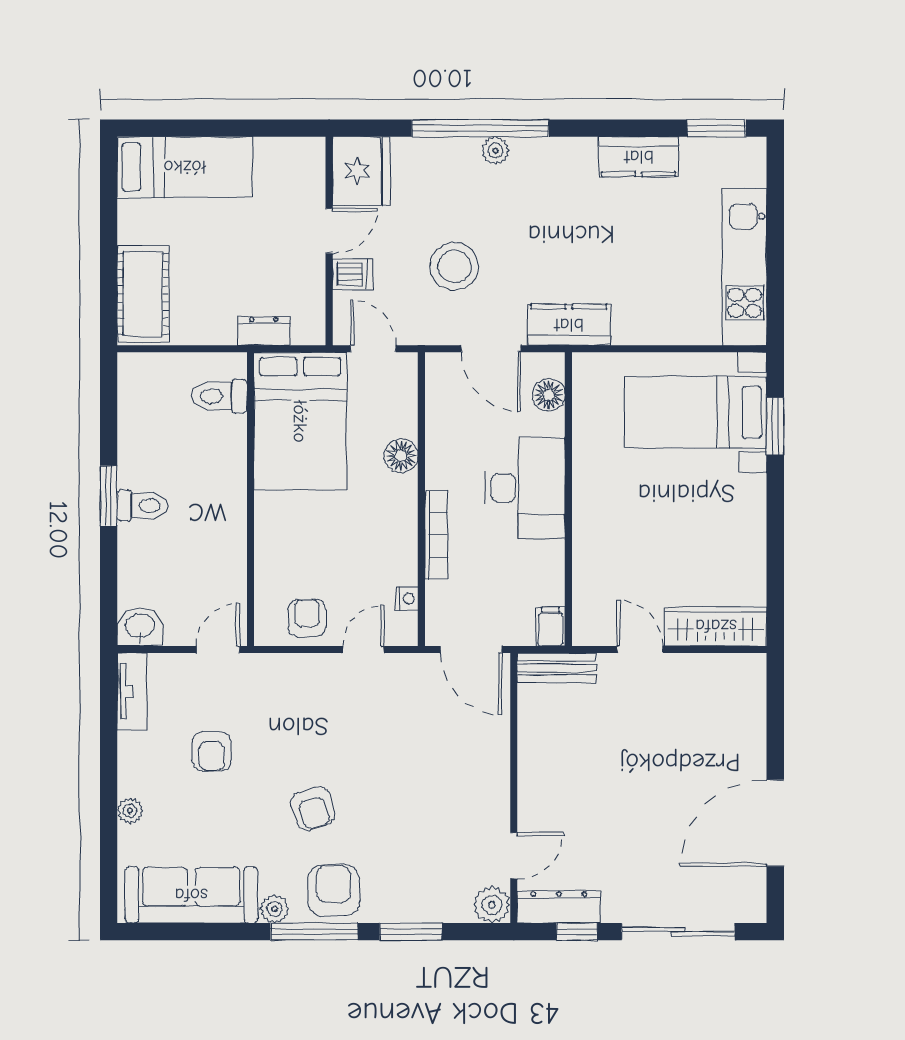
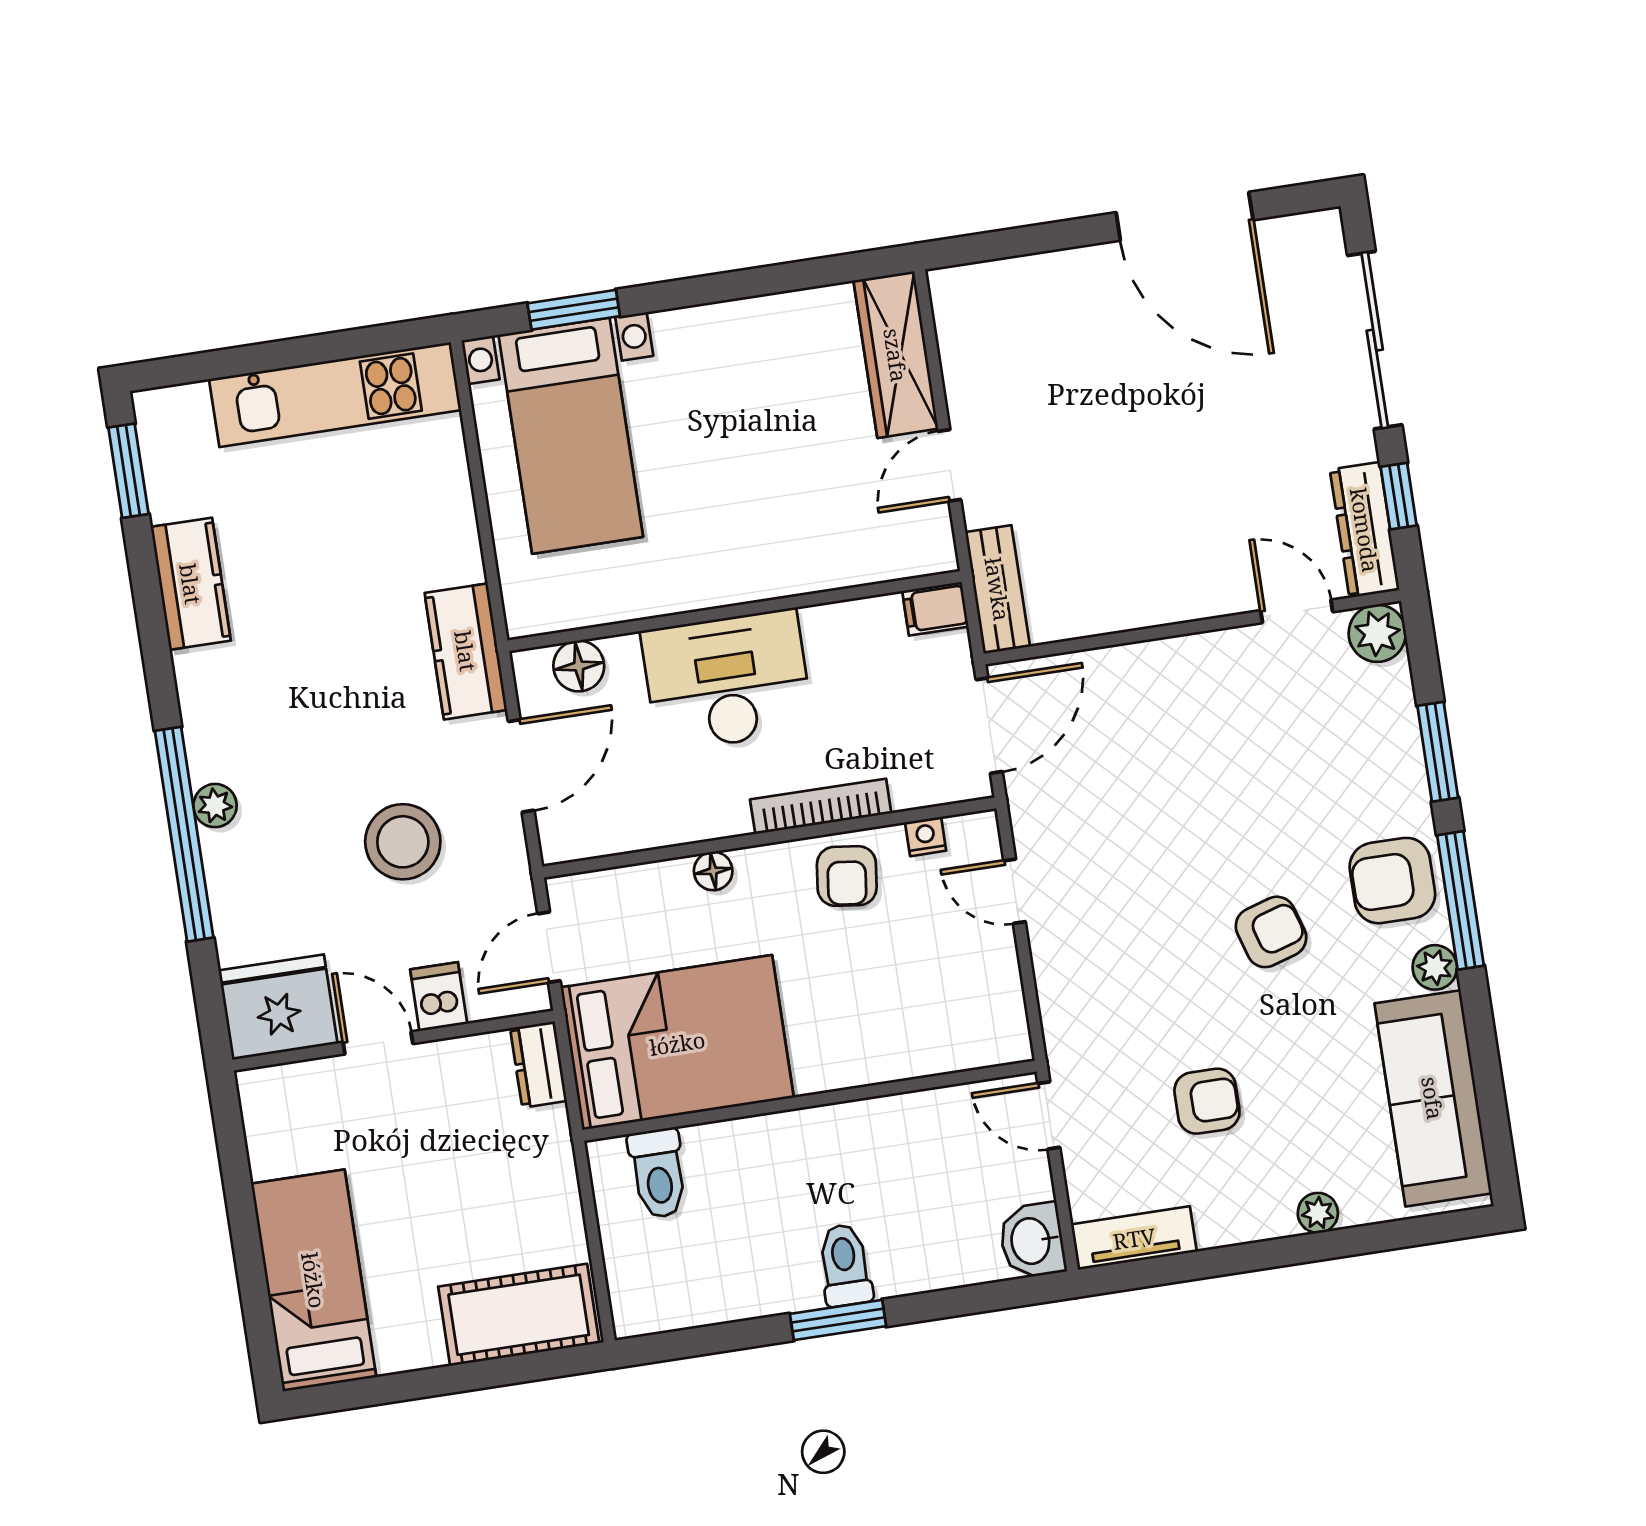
dresser: (264, 331) -> (539, 1065), moved
floor lamp: (401, 456) -> (713, 871), width x0.73, depth x0.73
armchair: (307, 618) -> (847, 876), moved, turned -83

